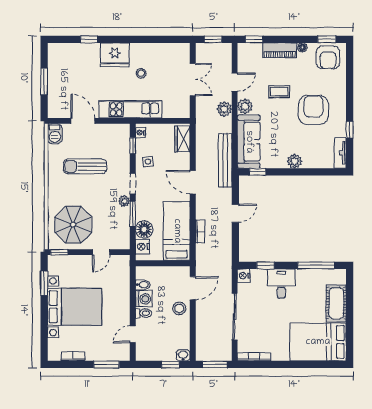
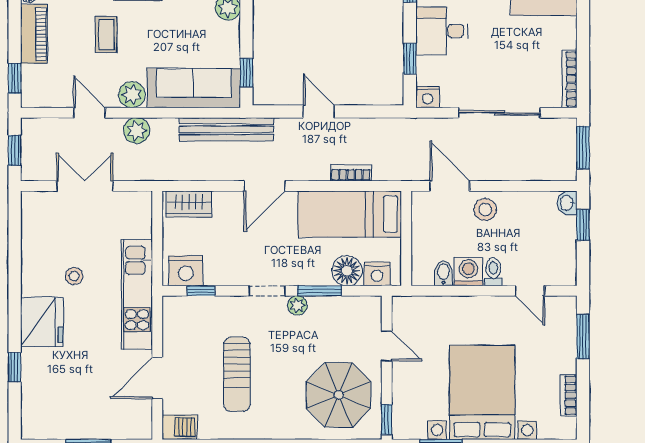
nightstand: (140, 133) -> (186, 271), width x1.89, depth x1.79
side table: (148, 162) -> (229, 264), removed

